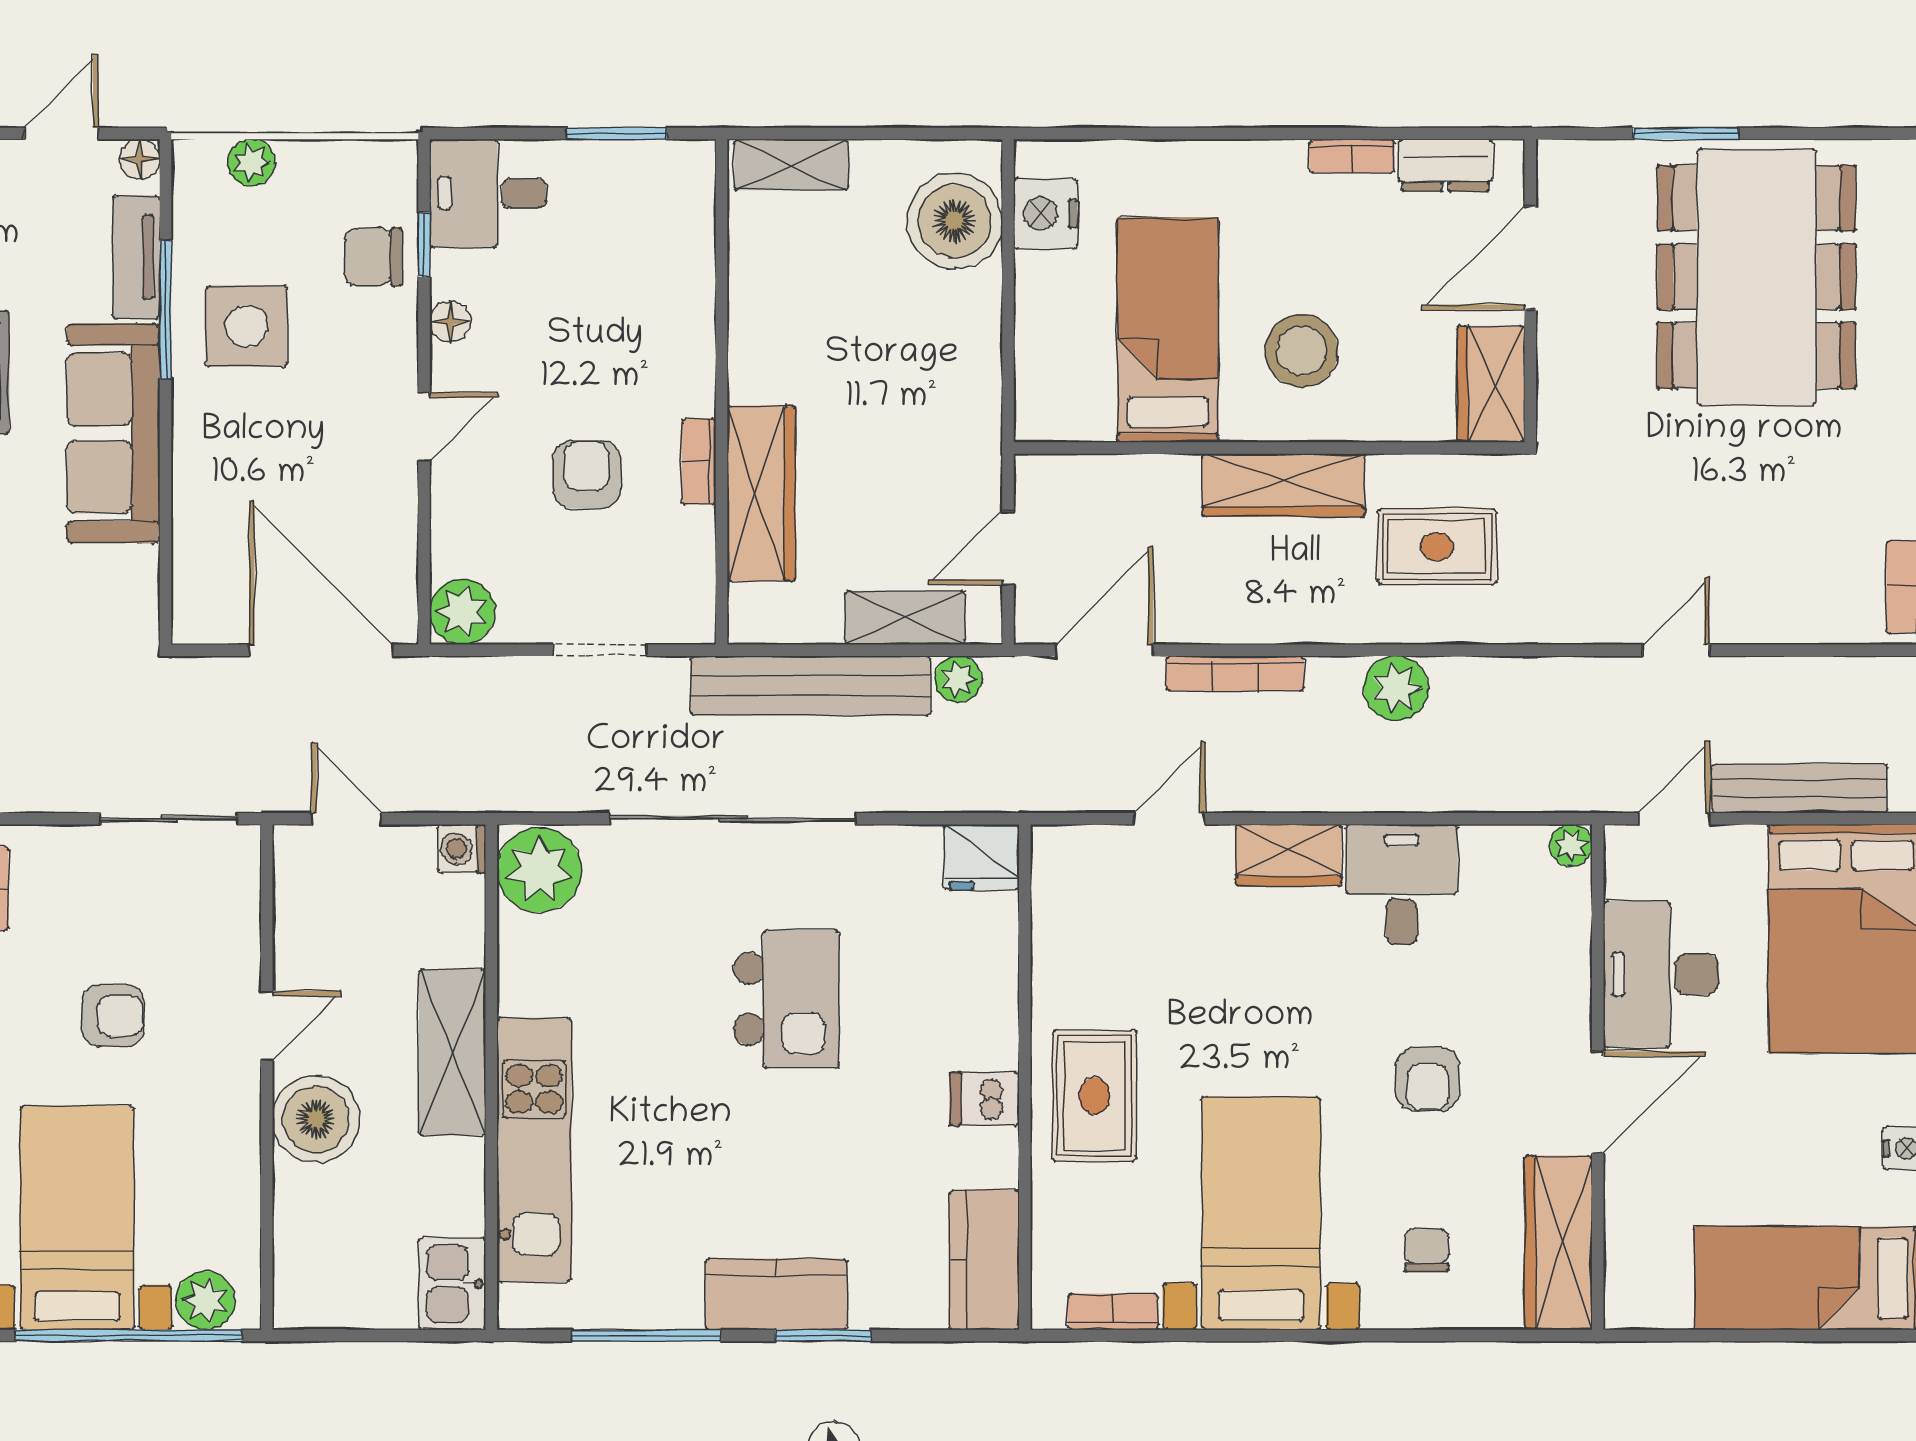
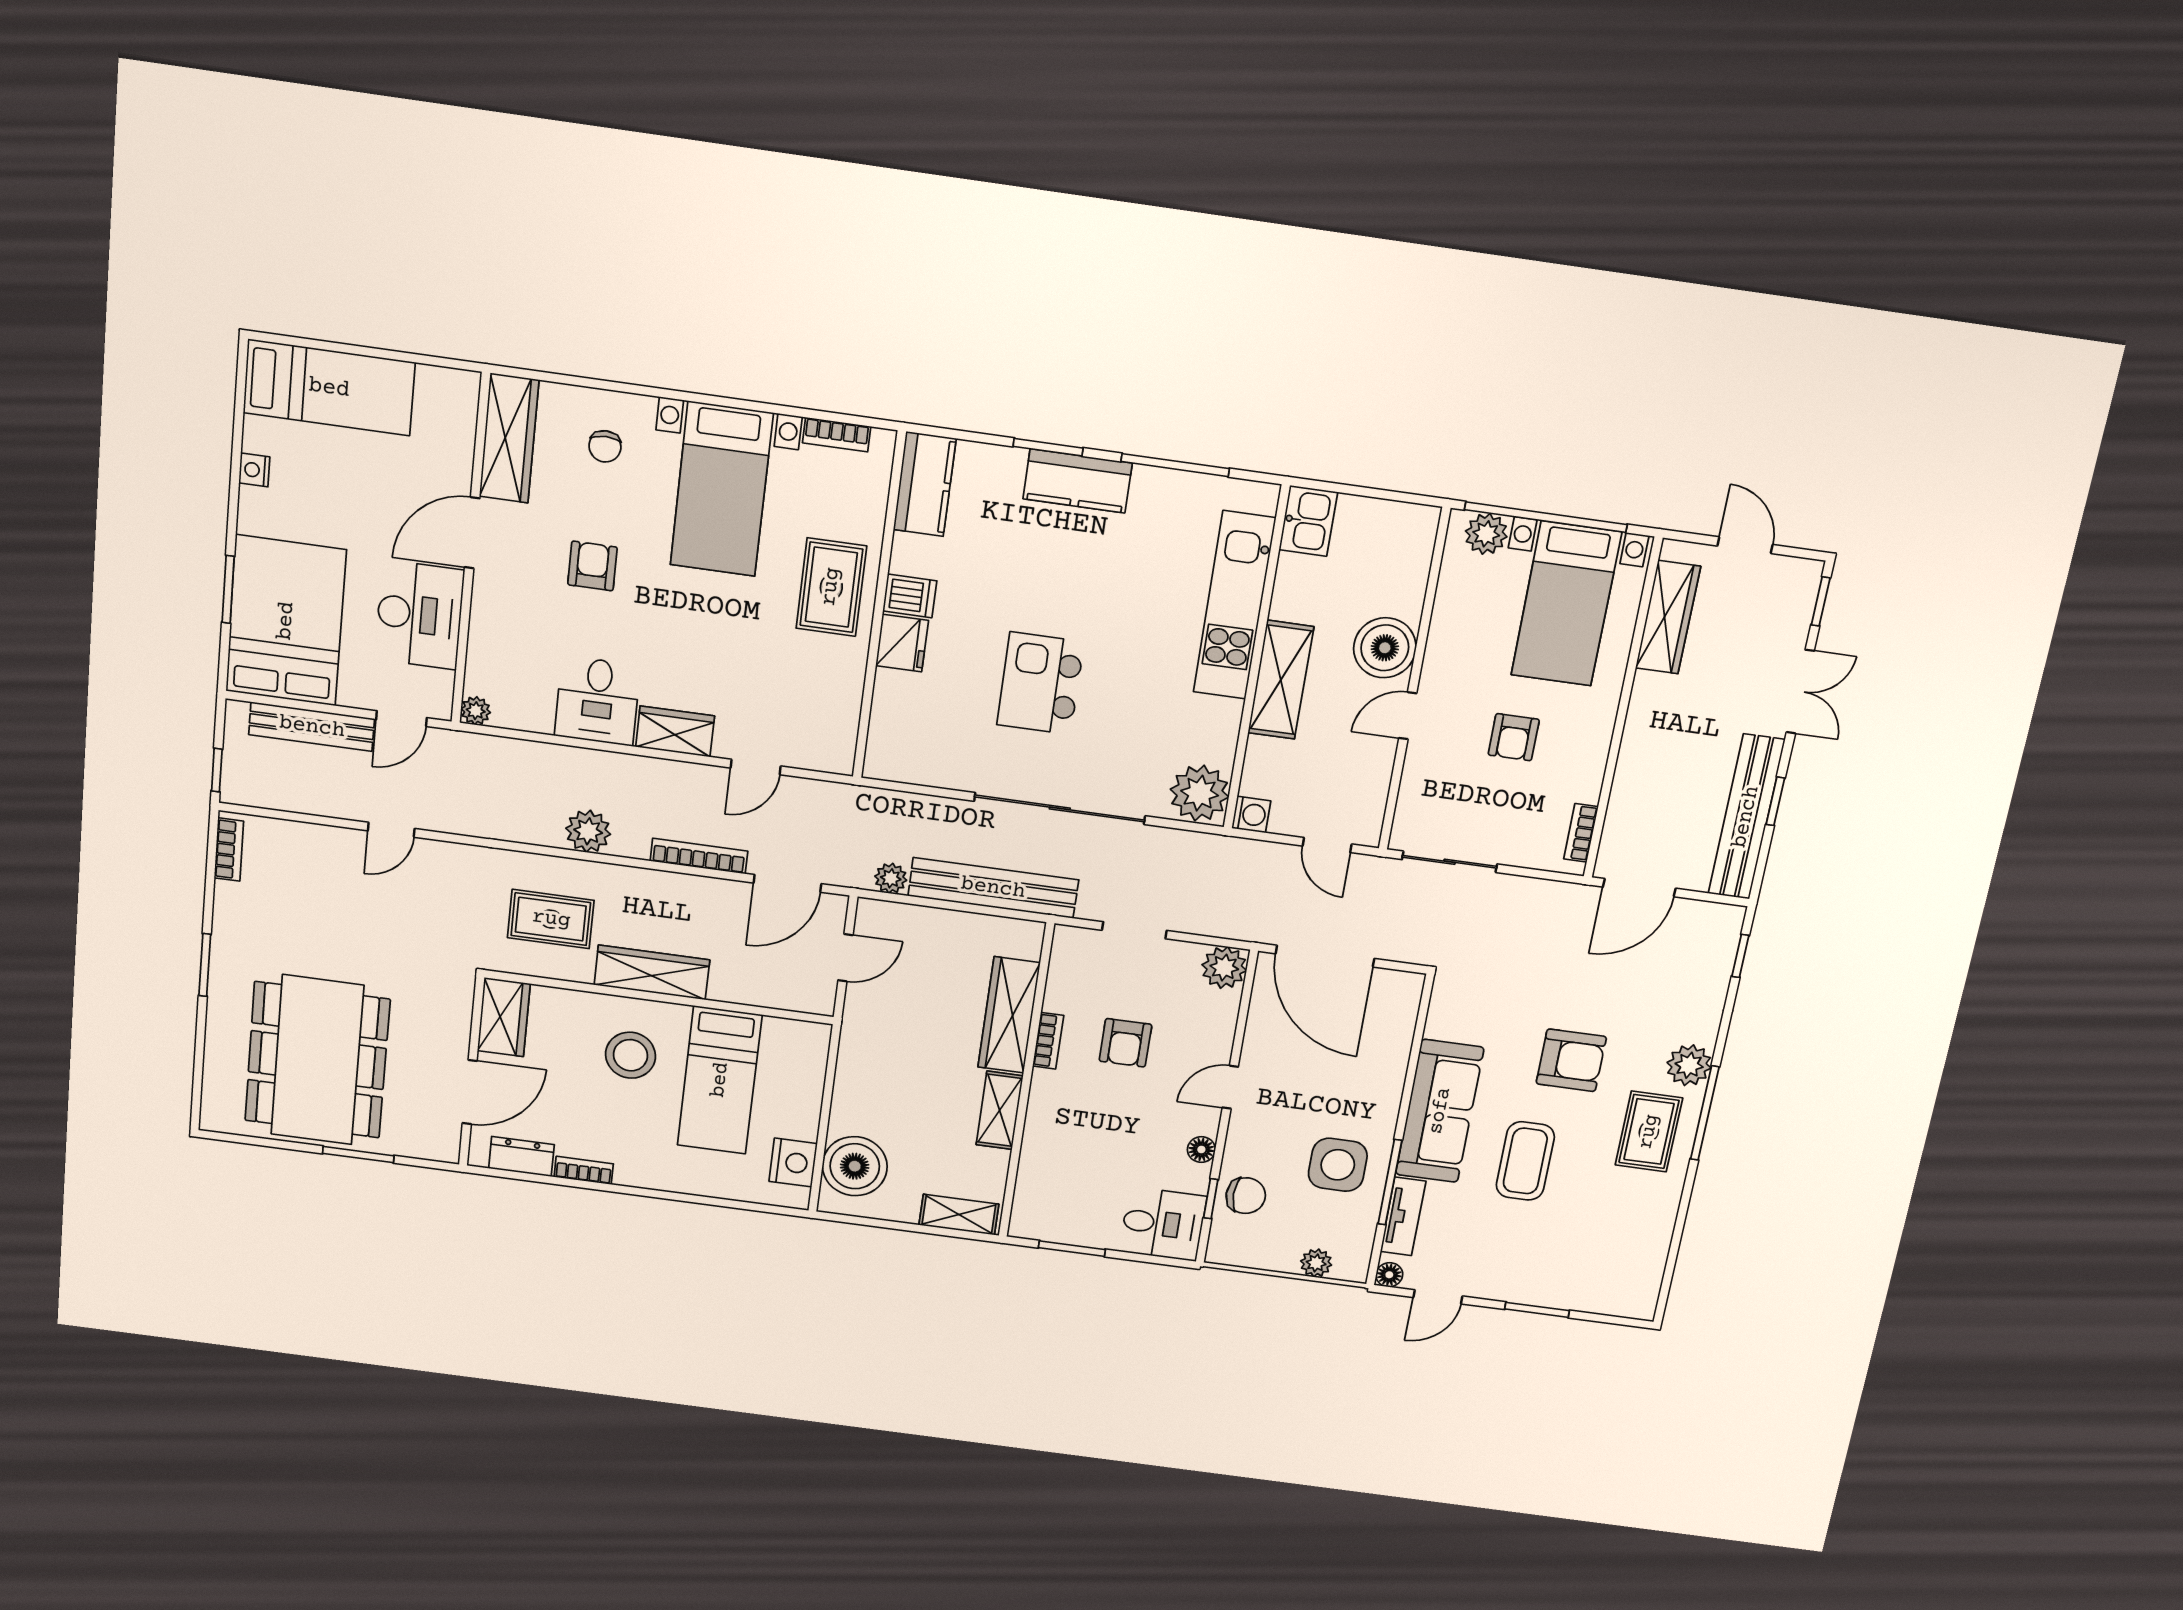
shelving: (905, 618) -> (1000, 1110), moved, turned 90
fridge: (981, 857) -> (902, 643), moved, turned 90
armchair: (113, 1016) -> (1514, 737), turned -90

